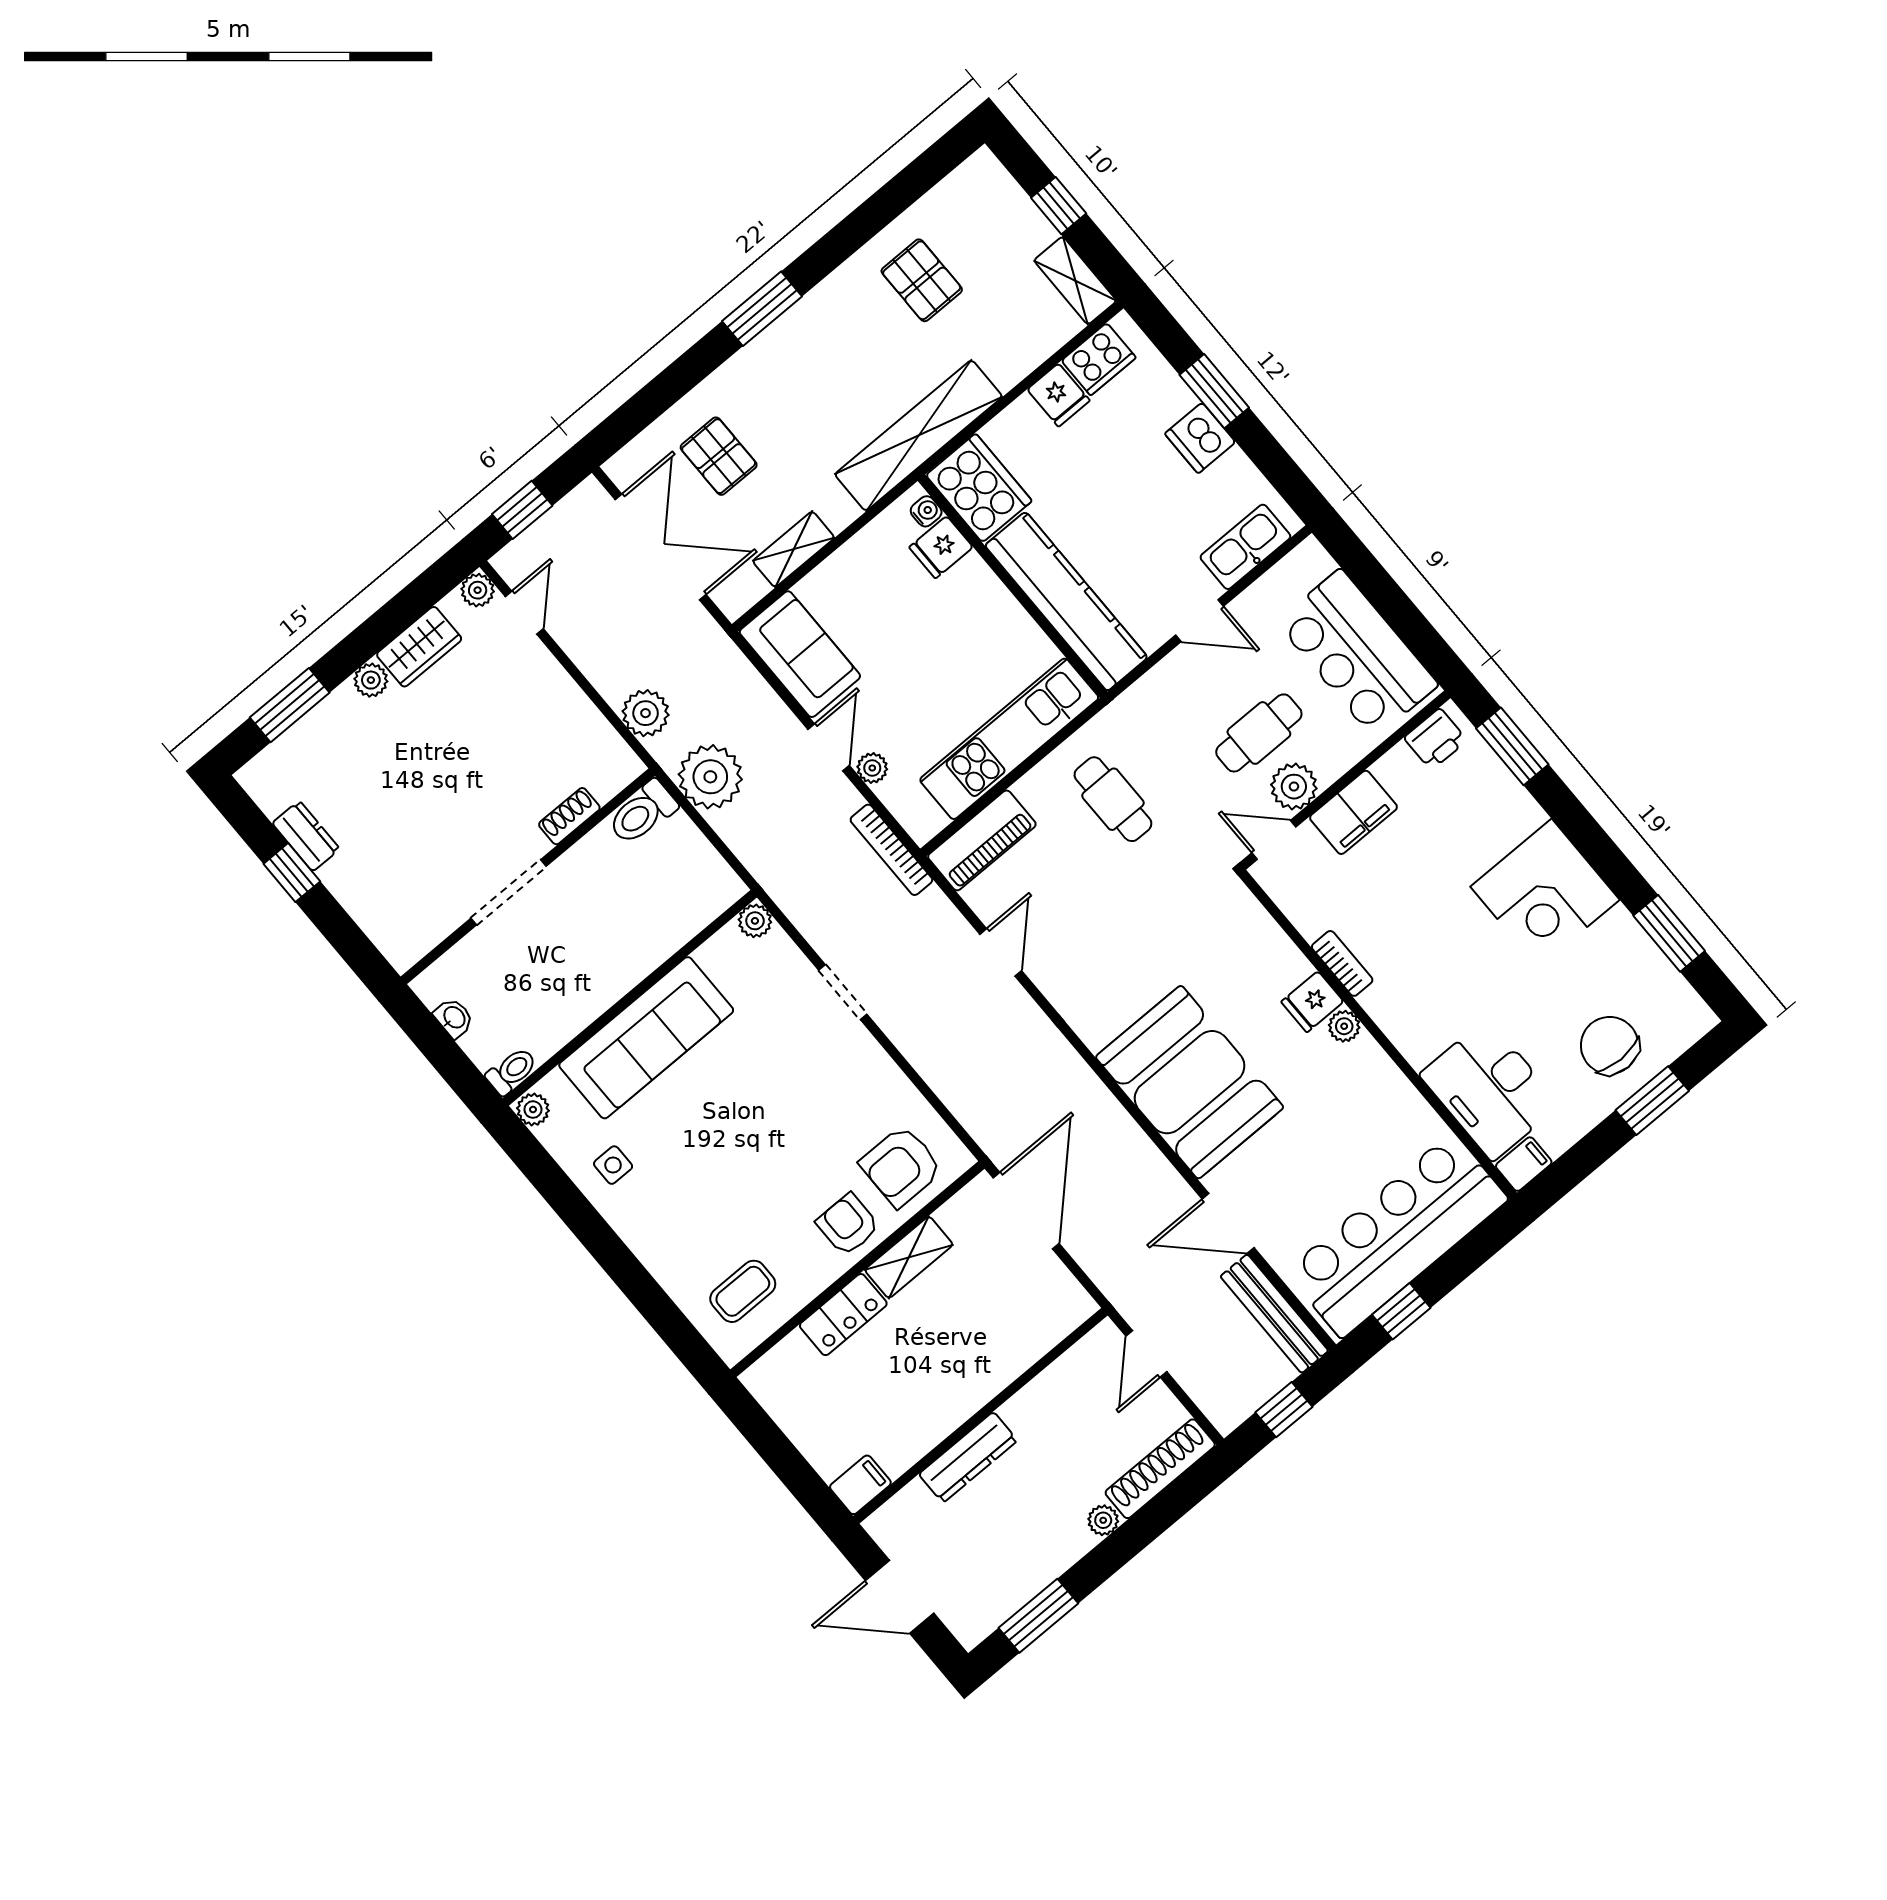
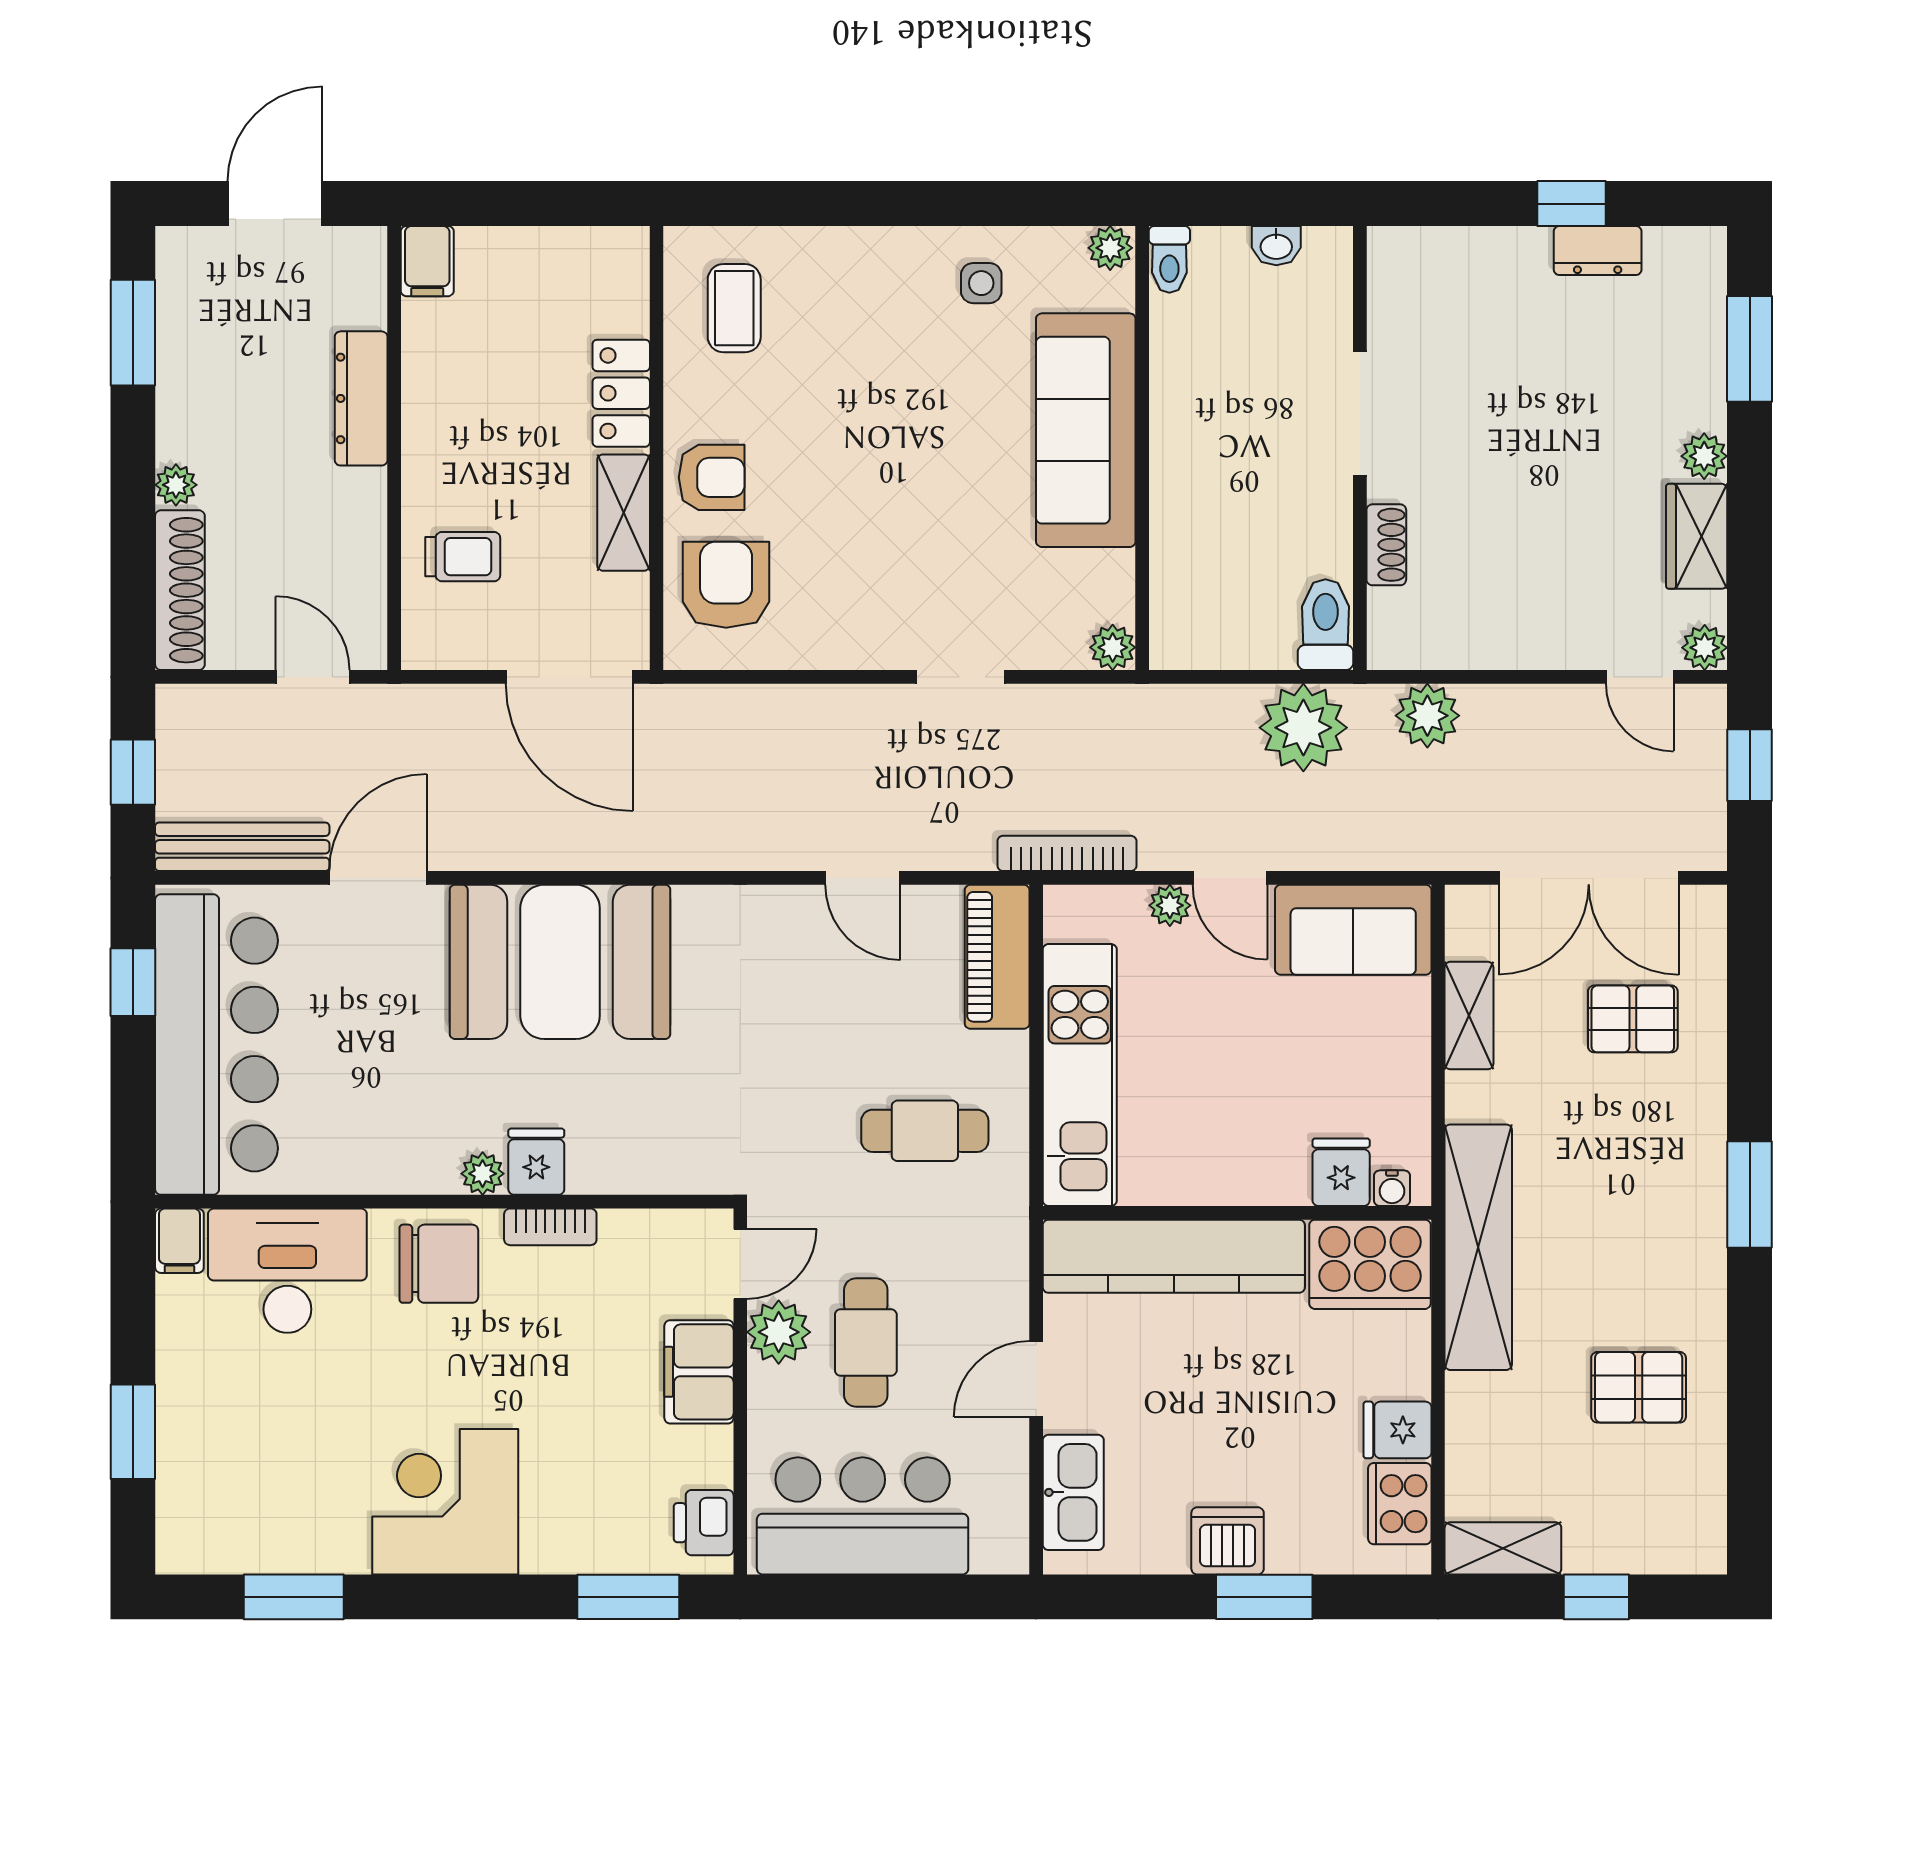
chair: (1610, 1045) -> (439, 1264), moved
trolley: (1009, 1326) -> (463, 557), added

